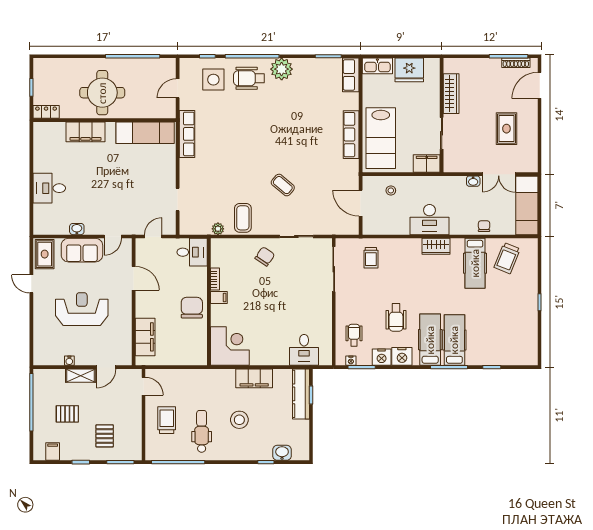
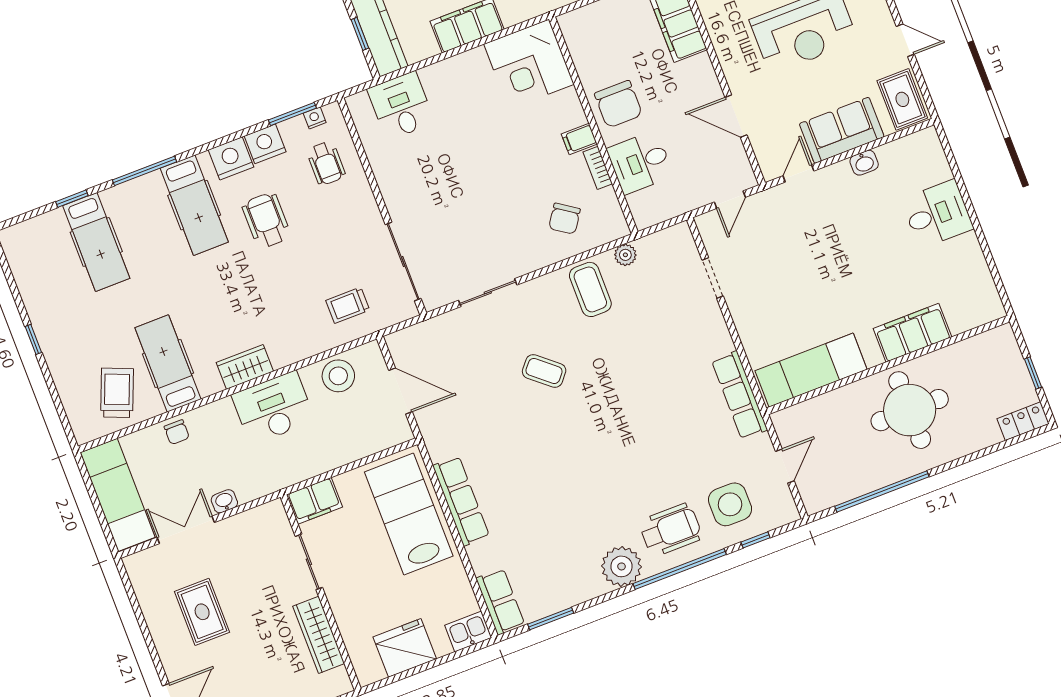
kitchen sink: (377, 66) -> (468, 632), width x0.73
locker: (46, 112) -> (1023, 421), moved, turned 180
stool: (391, 190) -> (338, 376), moved, width x1.89, depth x1.89
desk: (192, 252) -> (640, 162), moved
chair: (265, 256) -> (565, 219), moved
trolley: (371, 258) -> (348, 305), turned -90
hospital bed: (454, 340) -> (96, 242), moved

